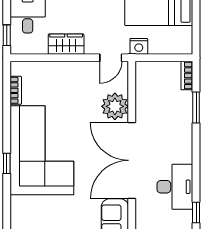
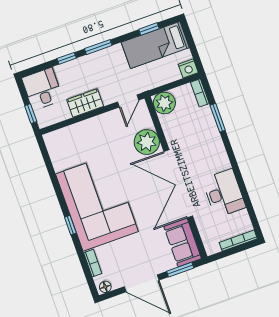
nightstand: (139, 46) -> (188, 68), moved
plant: (147, 73) -> (164, 103), added
bookcase: (16, 90) -> (93, 263), moved
window: (196, 213) -> (250, 209), removed

